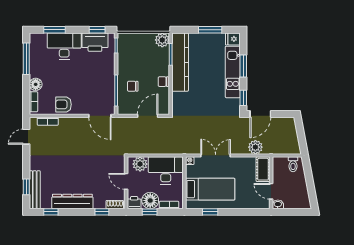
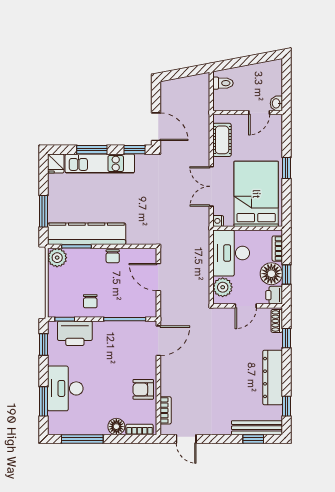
window: (210, 30) -> (43, 211), moved
printer: (95, 42) -> (75, 333), moved, turned 90
chair: (133, 86) -> (90, 301), moved
armchair: (64, 104) -> (143, 389), turned 90
plant: (255, 147) -> (200, 133), removed
cot: (263, 169) -> (222, 140), moved, turned 90
bed: (210, 189) -> (256, 194), width x1.50
window: (210, 212) -> (287, 168), moved

